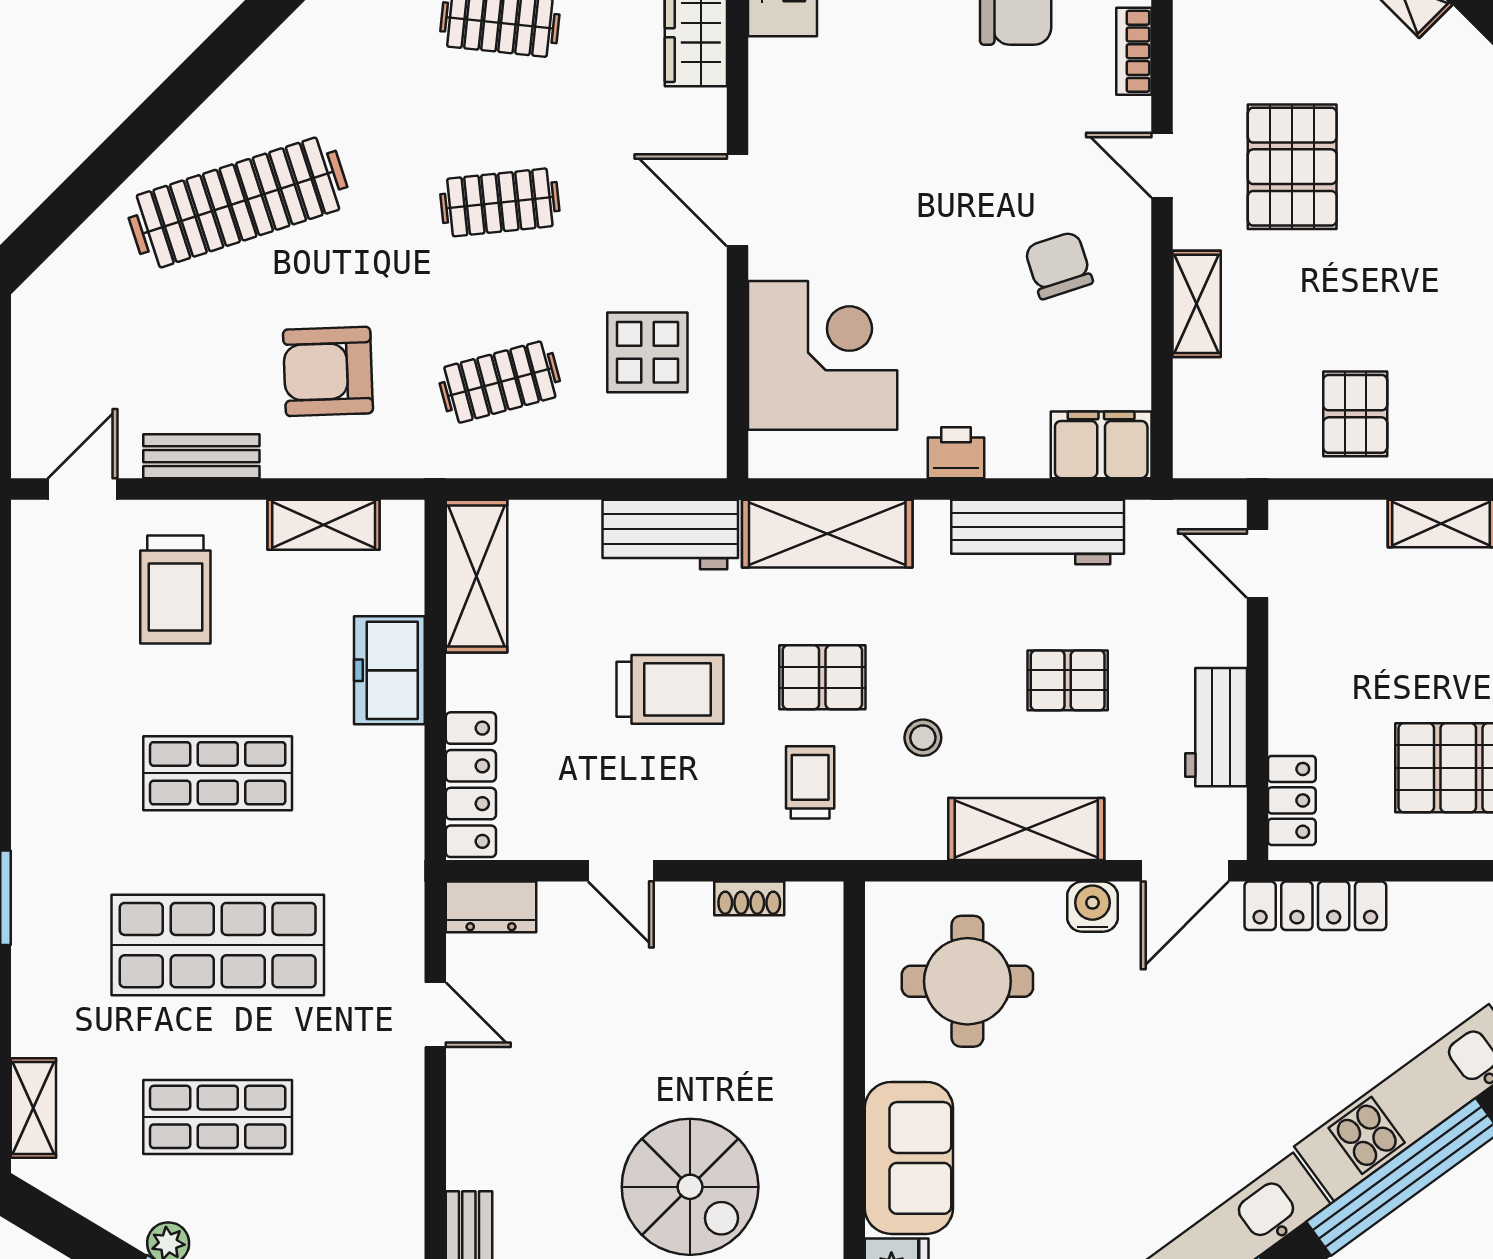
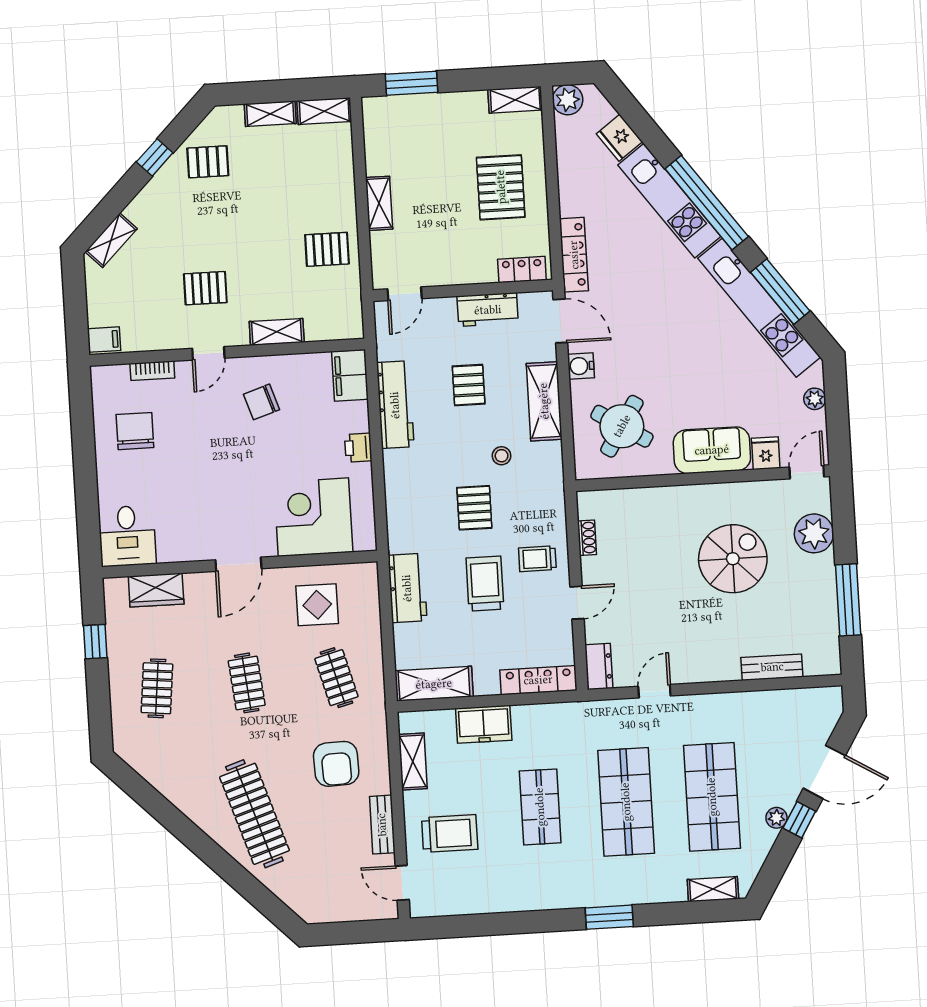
pallet: (1292, 167) -> (205, 288), width x0.67, depth x0.71
shelving: (827, 534) -> (402, 510), removed
trolley: (810, 782) -> (537, 559), moved
round table: (967, 981) -> (622, 426), turned 32
shop shelf: (218, 1117) -> (712, 797), width x1.43, depth x1.36

